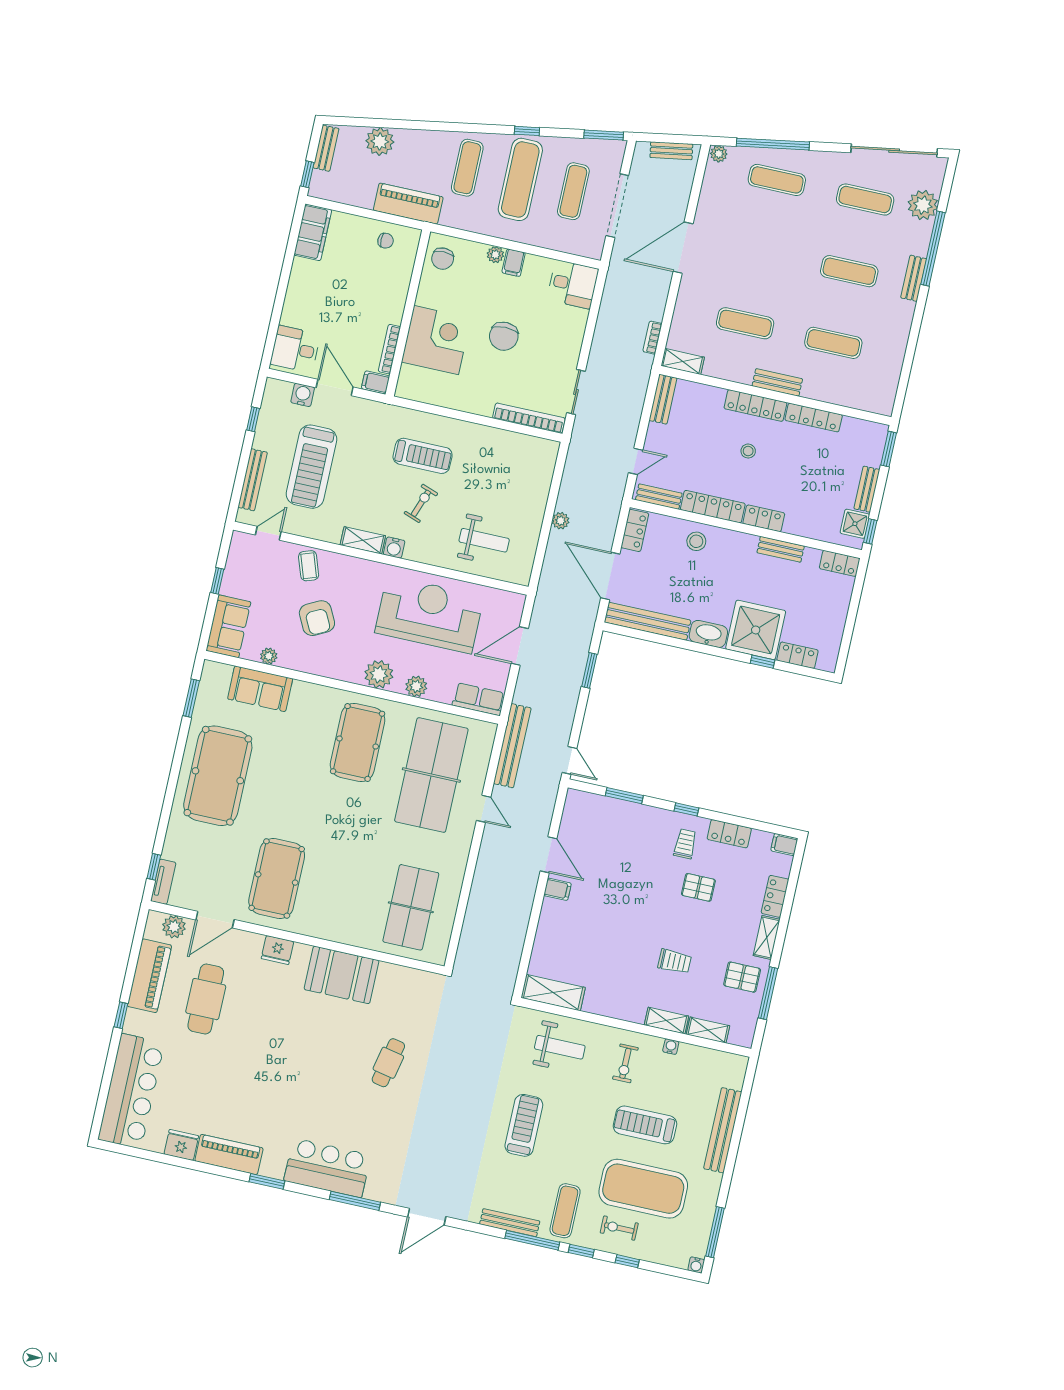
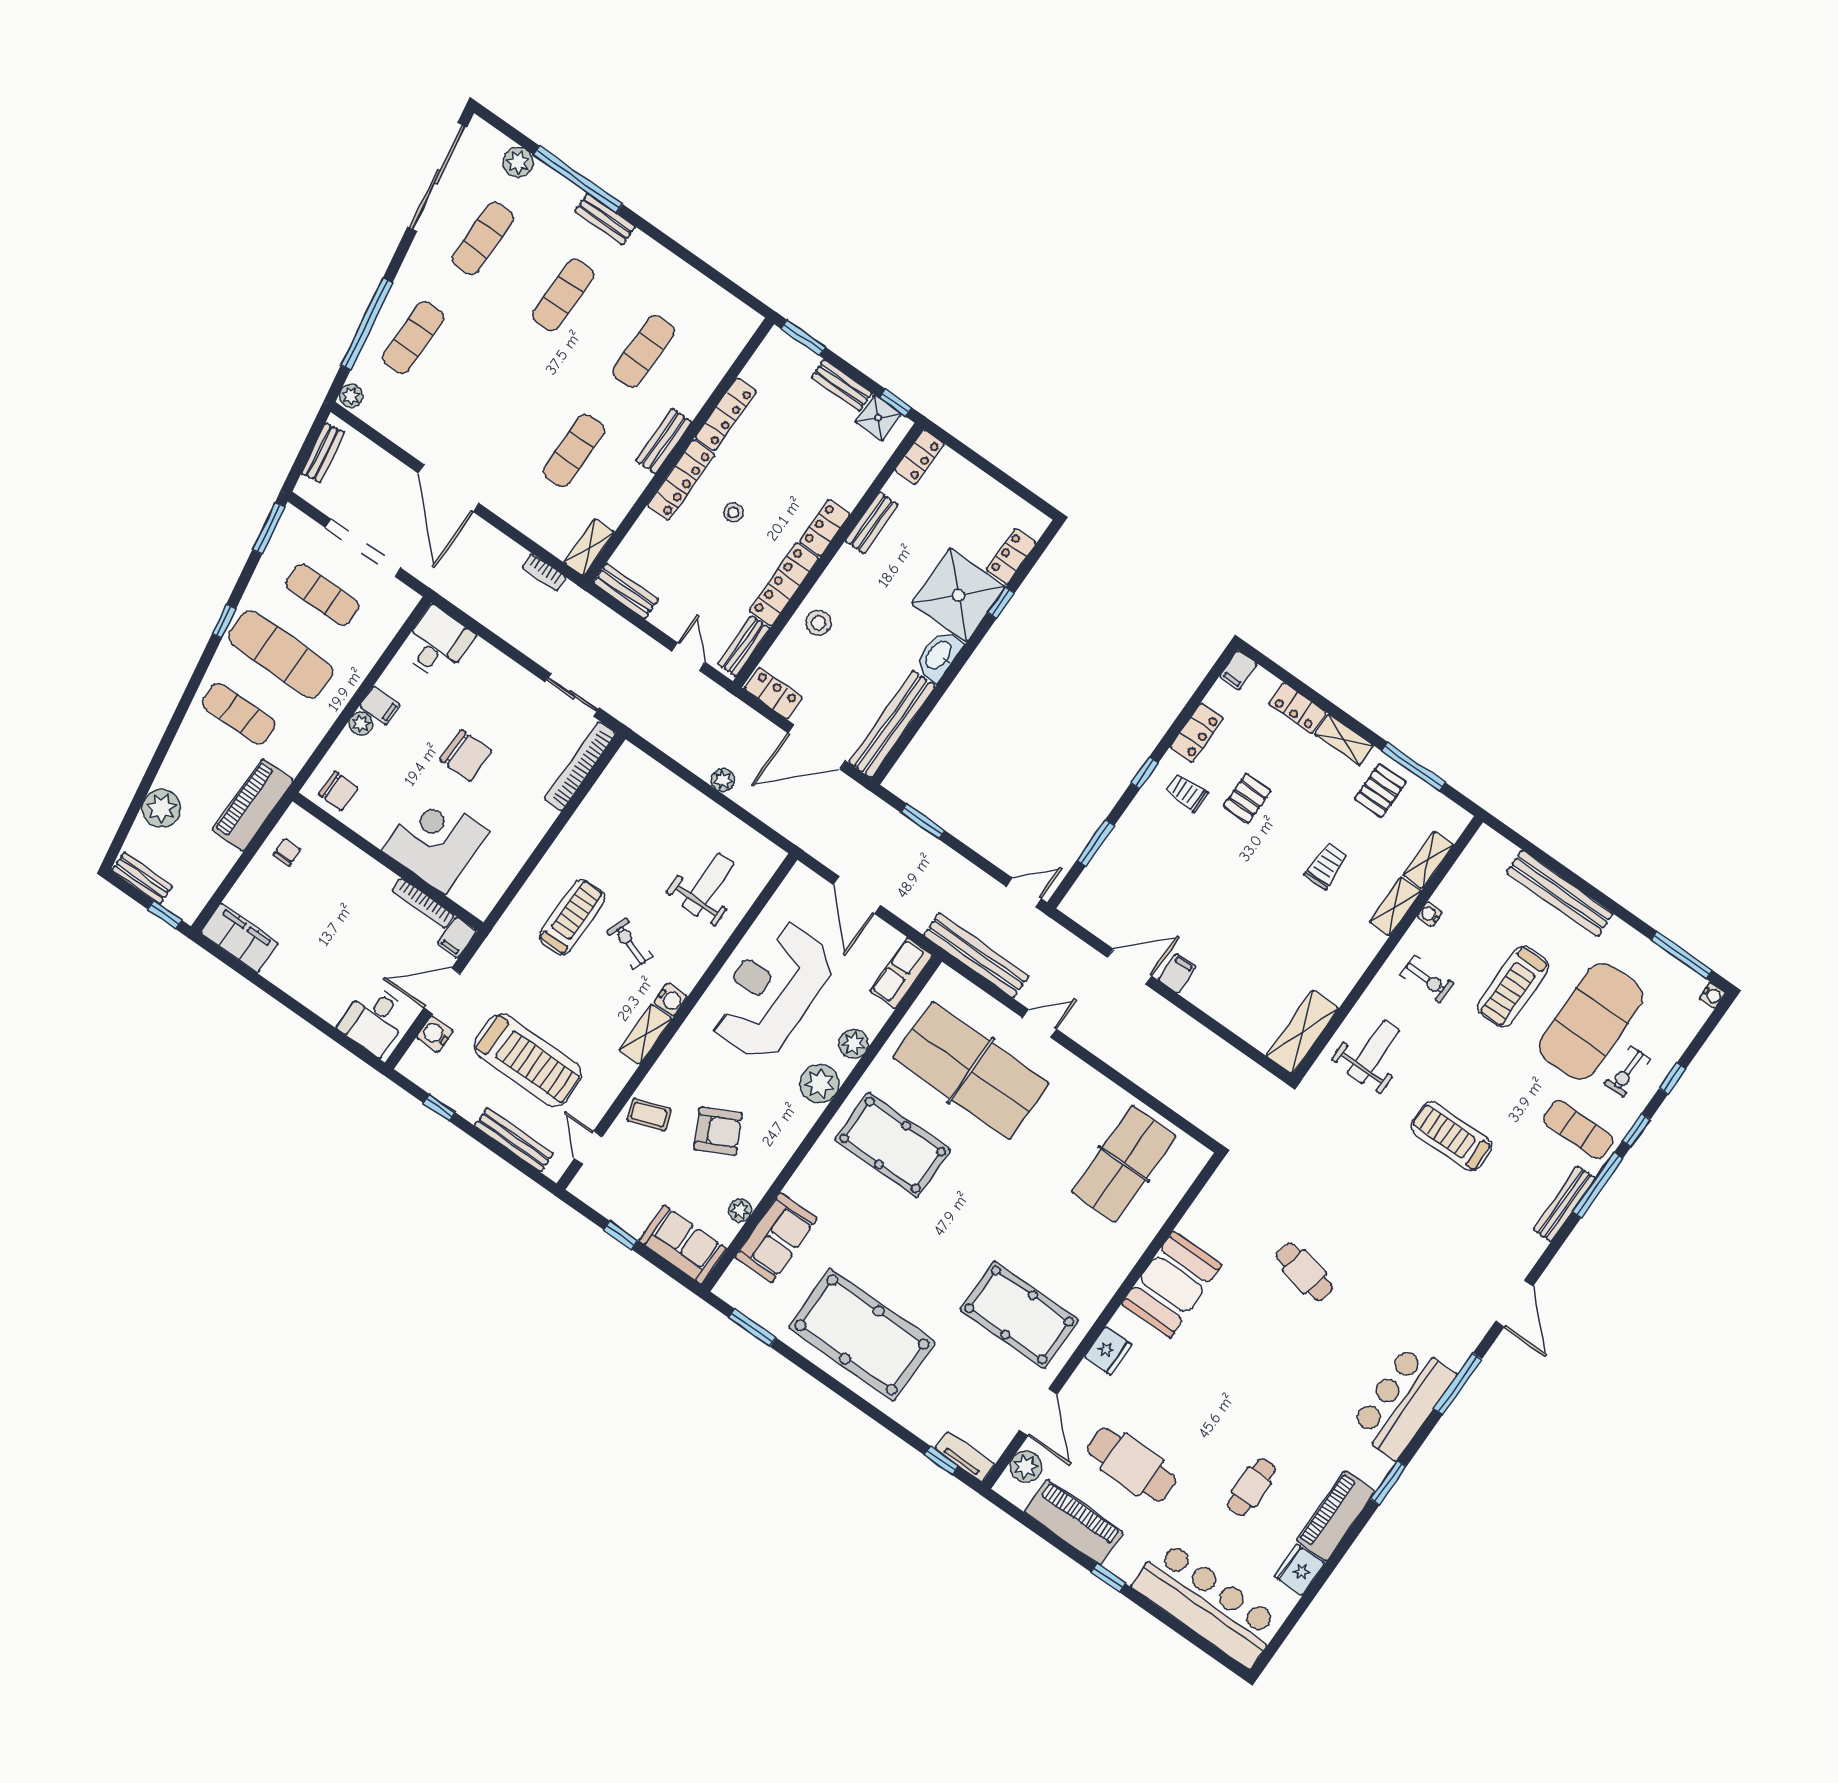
plant: (923, 205) -> (518, 162), width x0.73, depth x0.73
table tennis table: (411, 907) -> (1124, 1164), turned 90
cafe table: (225, 1088) -> (1251, 1487), added

